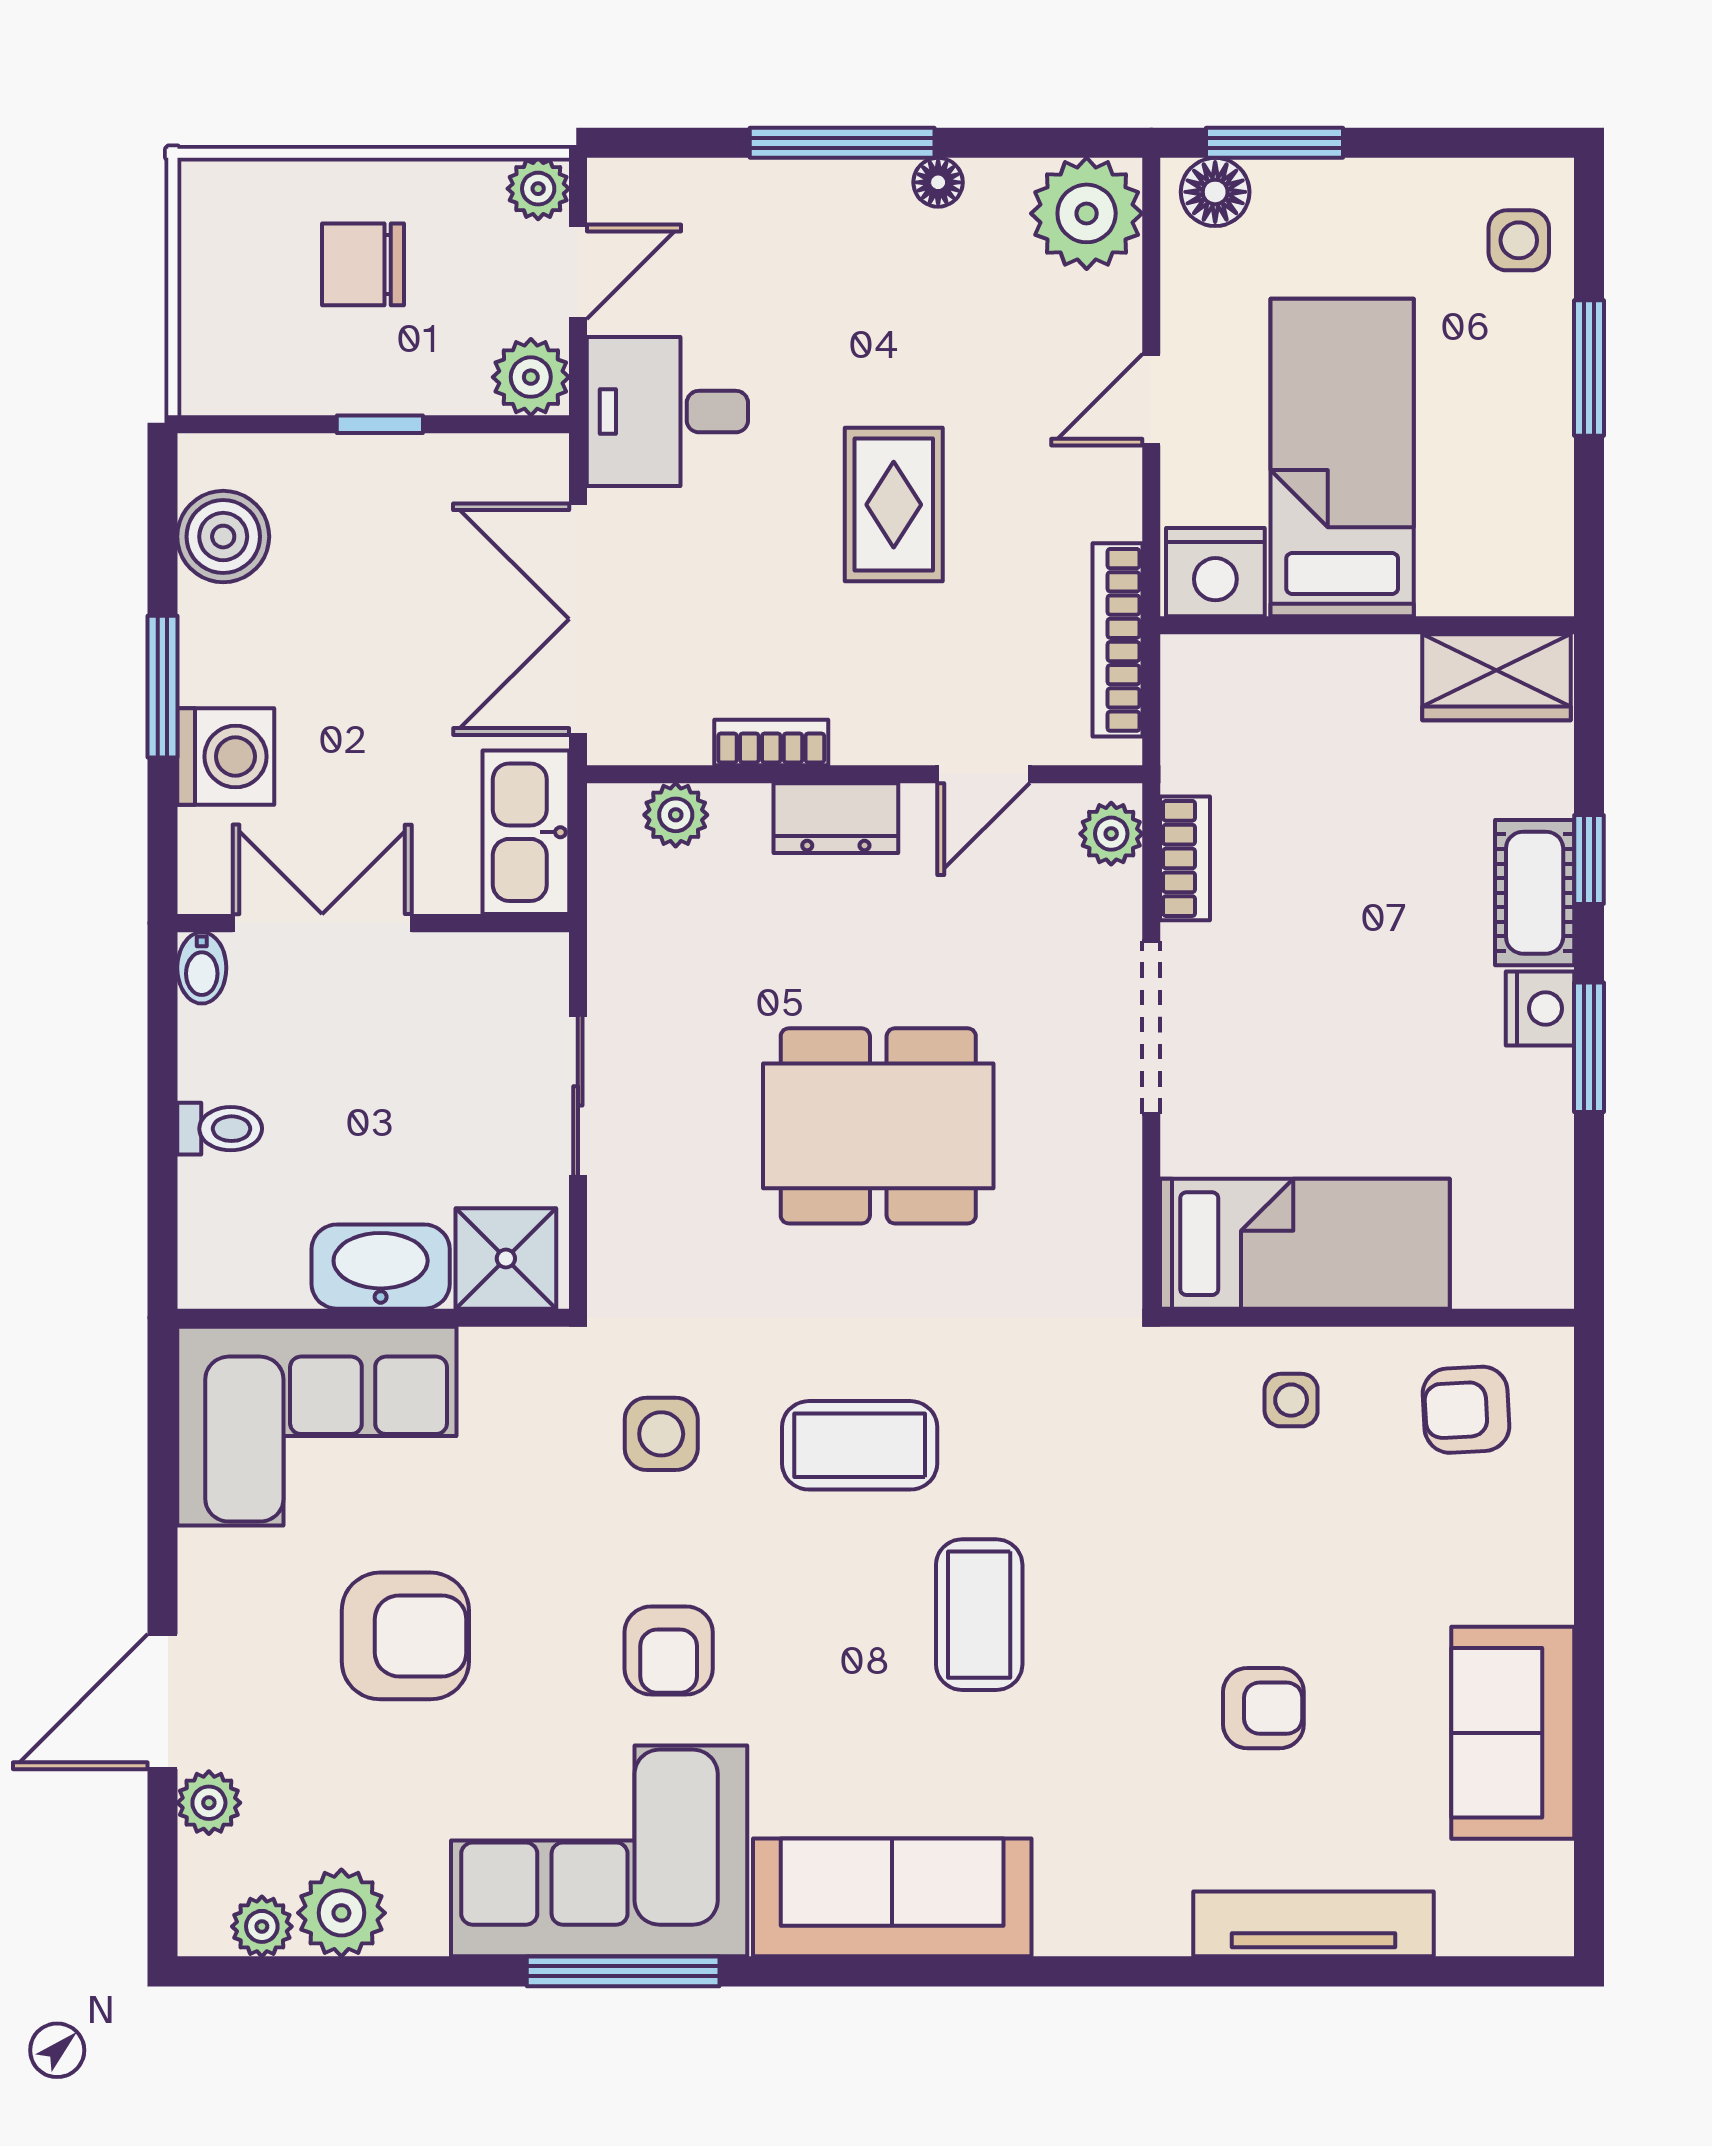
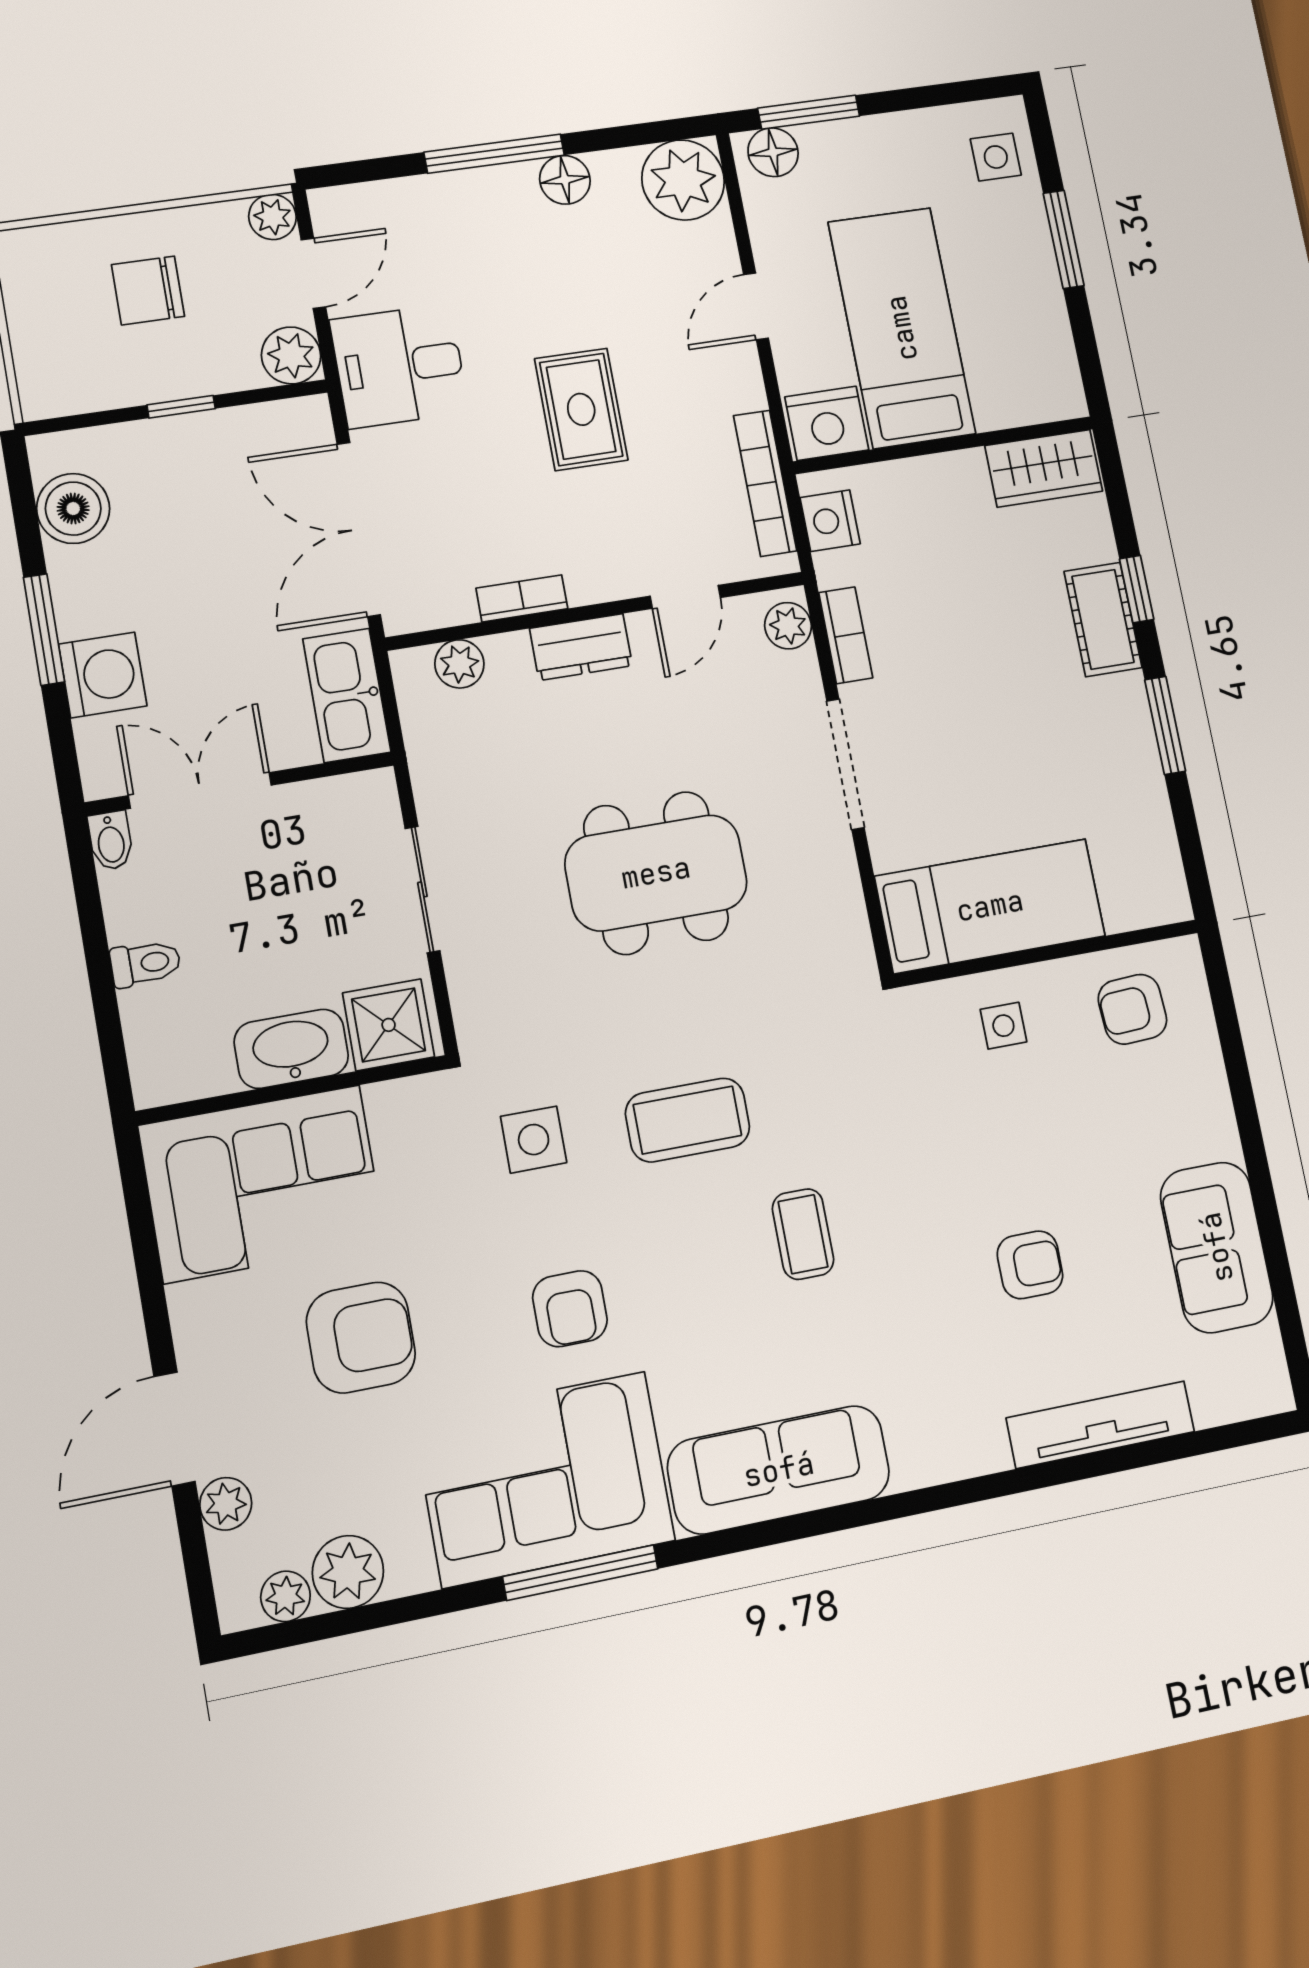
floor lamp: (938, 182) -> (565, 180), width x1.37, depth x1.37
nightstand: (1540, 1009) -> (830, 521), moved, turned 180
coffee table: (979, 1615) -> (803, 1234), width x0.73, depth x0.77

